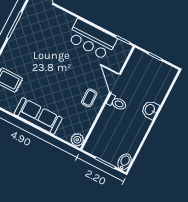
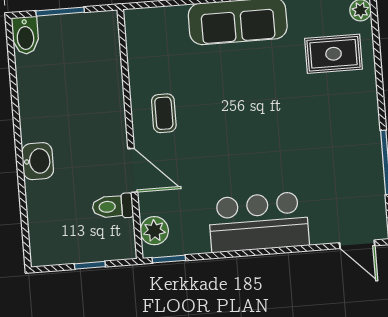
bar counter: (92, 39) -> (259, 222), moved
toilet: (117, 103) -> (113, 206), moved
plant: (77, 140) -> (154, 231), moved

